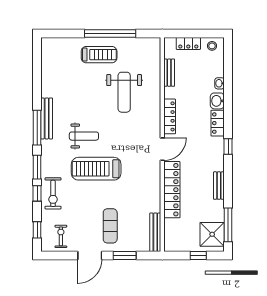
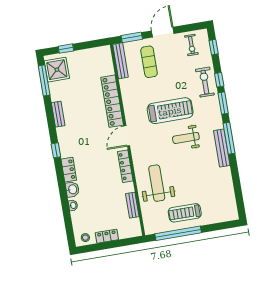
bench: (169, 73) -> (132, 205), moved
locker: (170, 116) -> (125, 166), moved
wall: (162, 145) -> (127, 140), moved
door: (162, 149) -> (127, 136), moved
locker: (172, 190) -> (112, 101), moved
bench: (155, 232) -> (121, 61), moved

